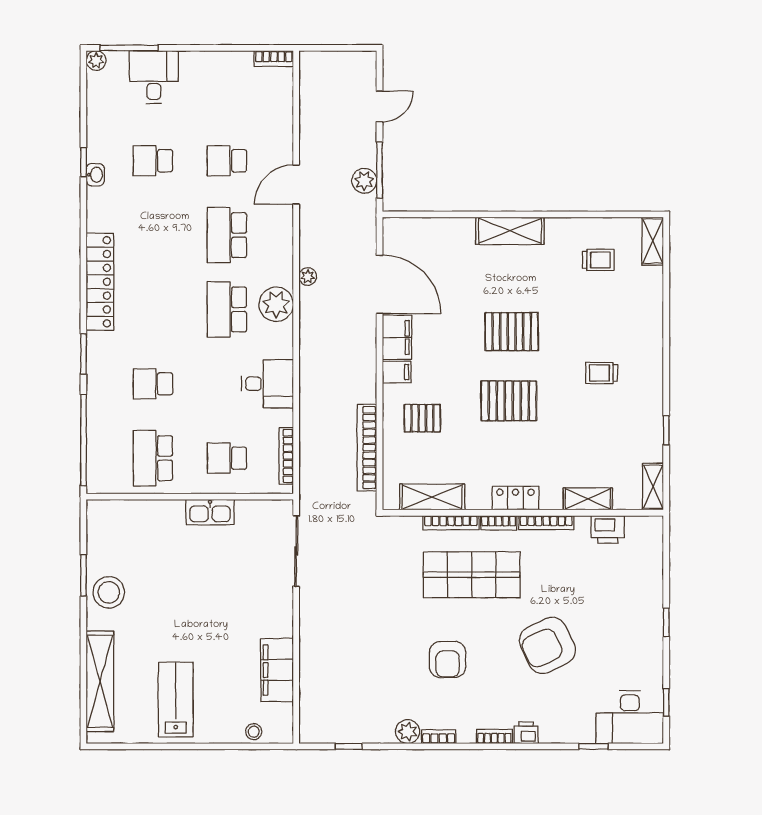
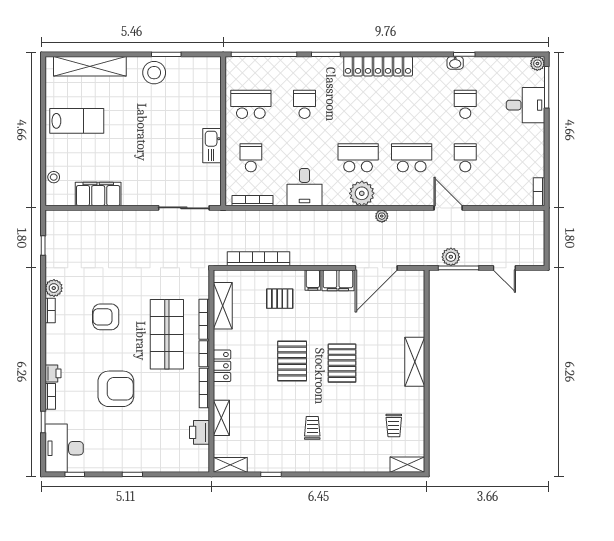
pallet: (422, 418) -> (280, 299), turned 90
armchair: (547, 645) -> (116, 389), turned 116
bookcase: (494, 736) -> (50, 396), moved

